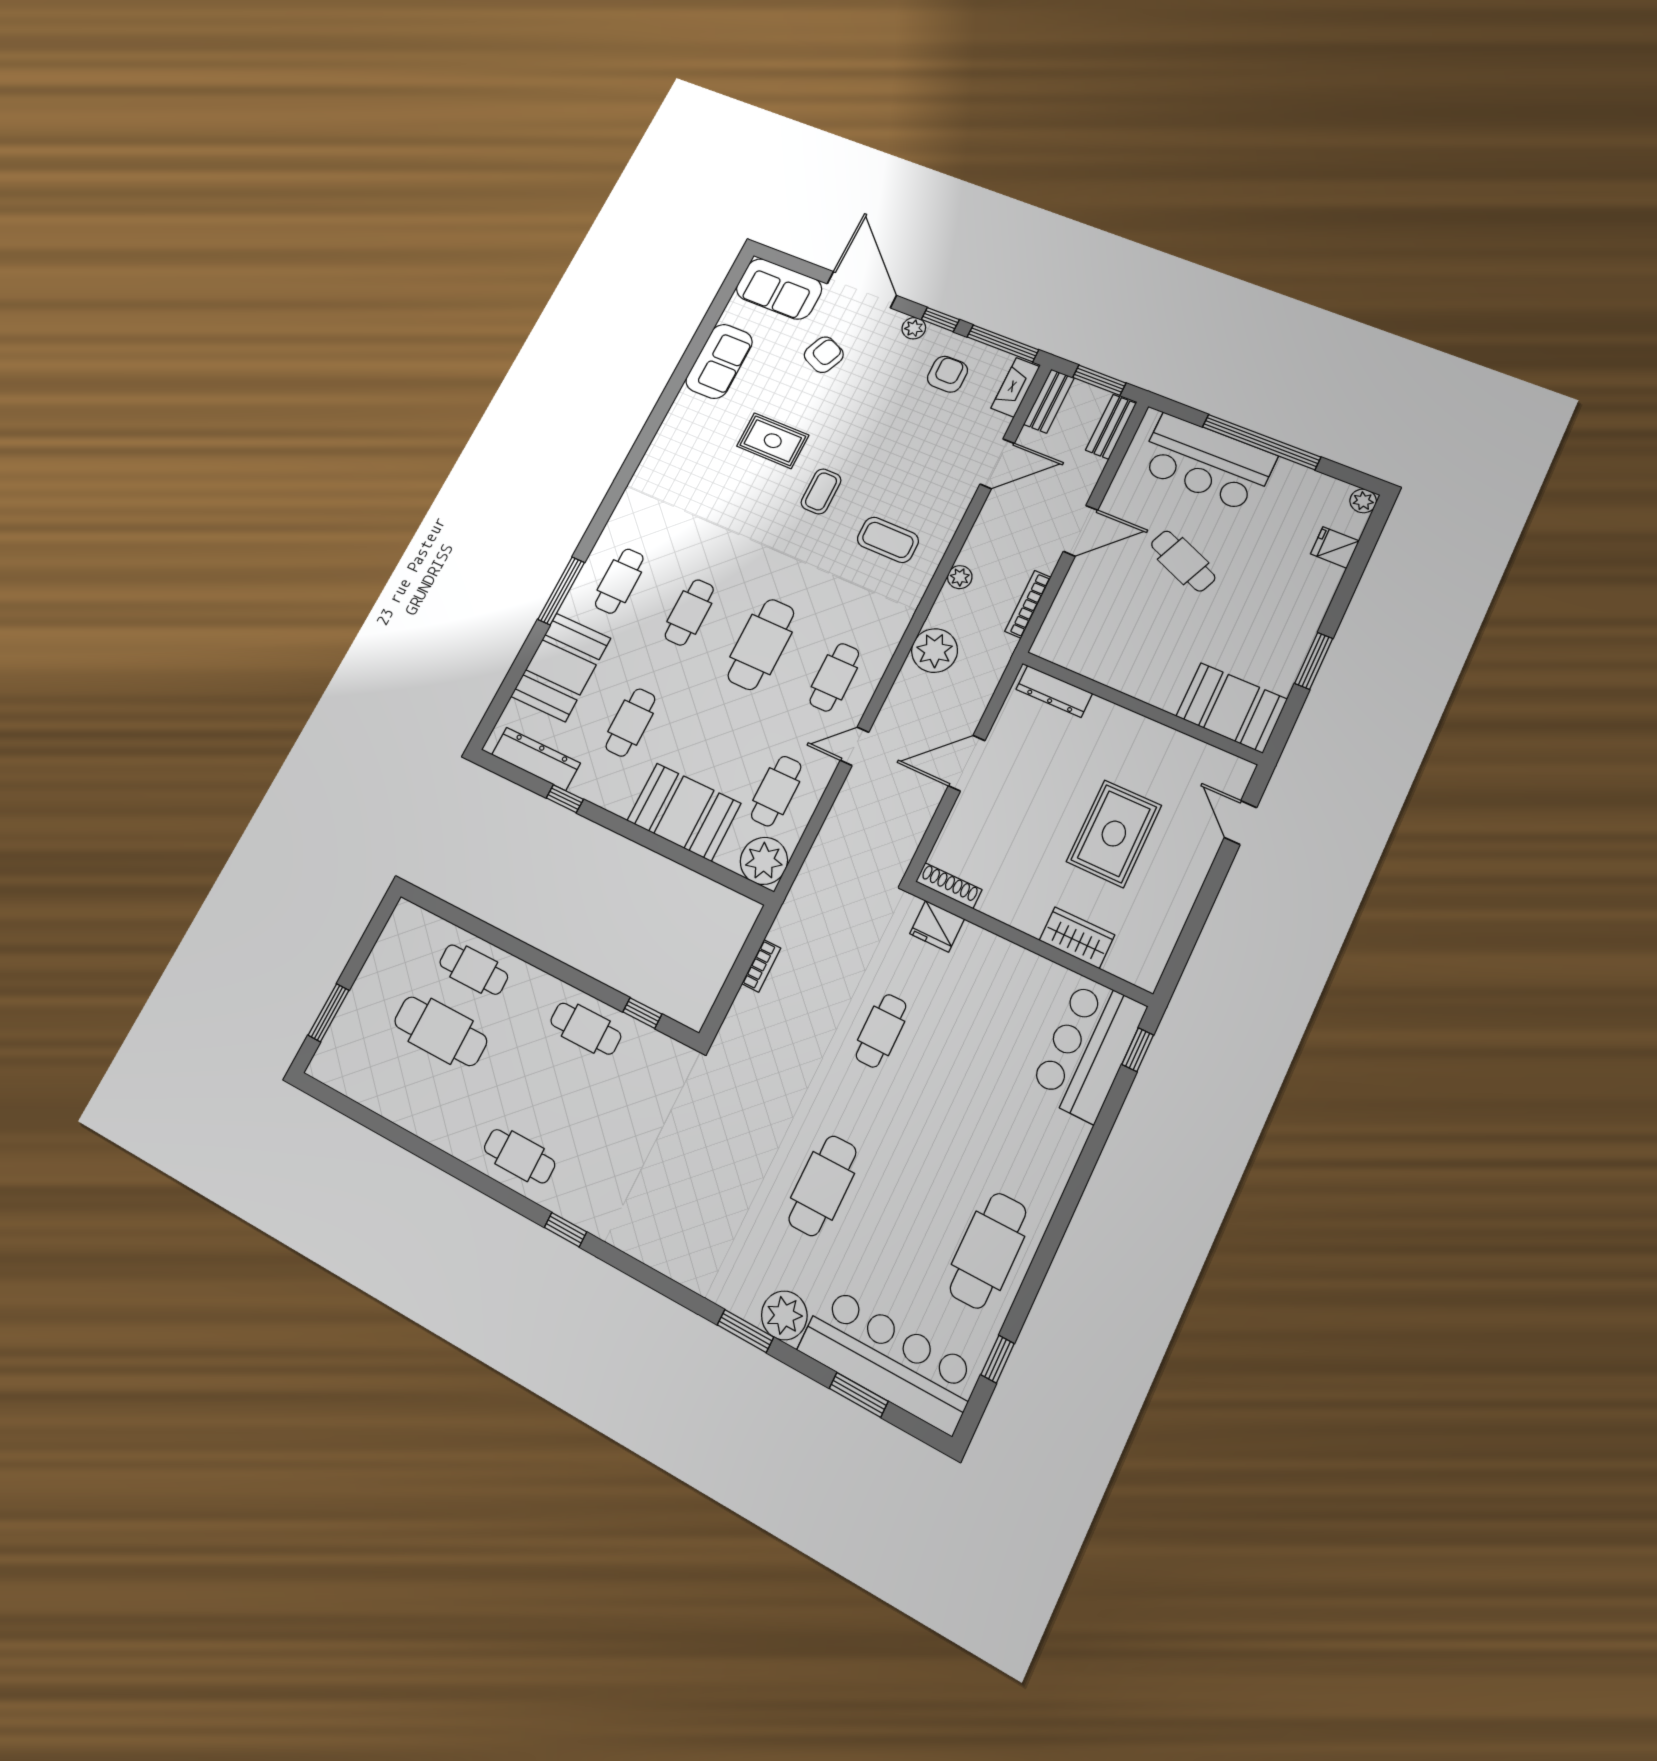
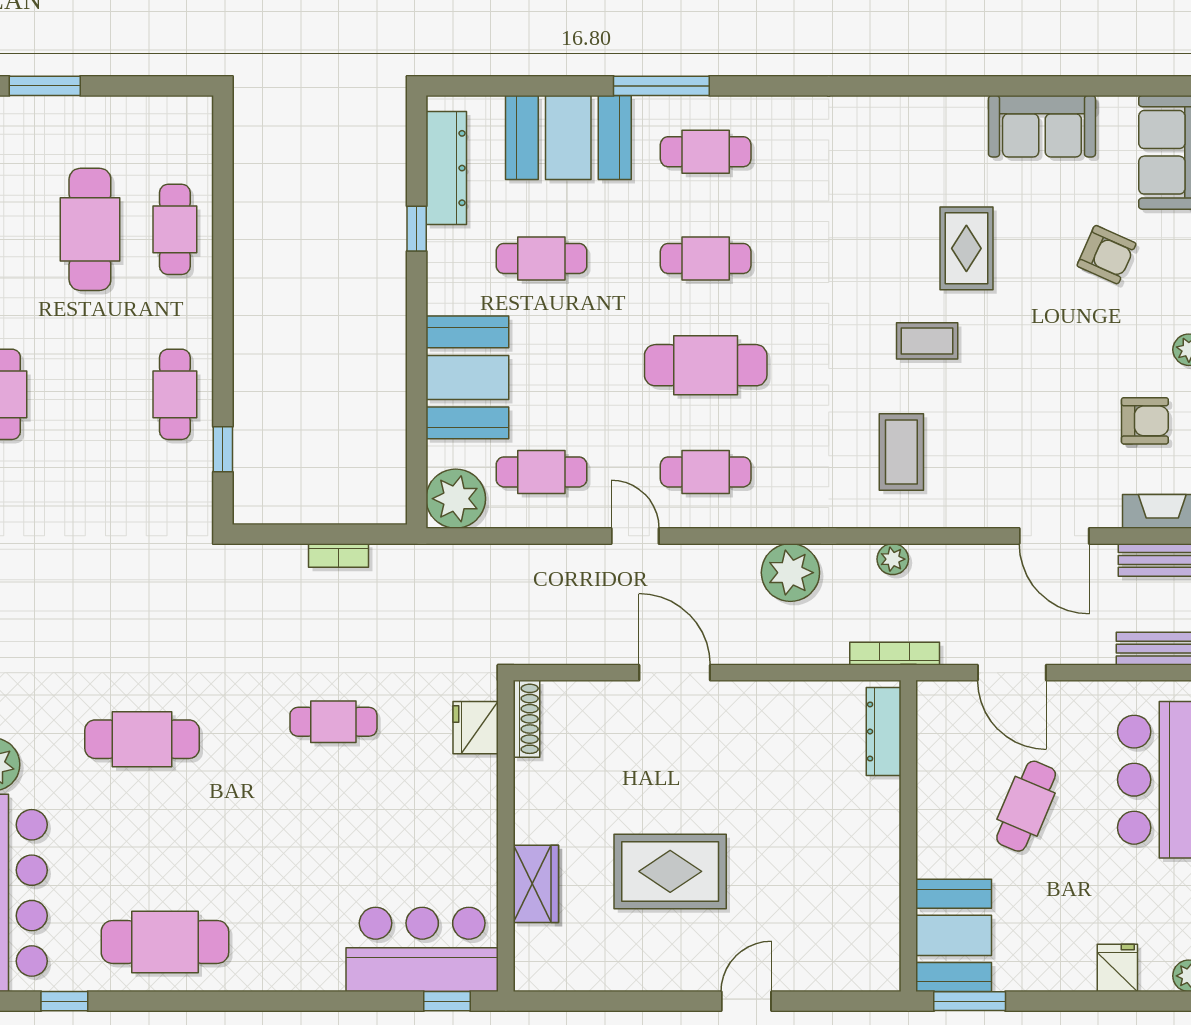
dresser: (1054, 691) -> (884, 731), moved
wall: (1141, 707) -> (908, 836), moved
booth: (1232, 708) -> (954, 935), moved

